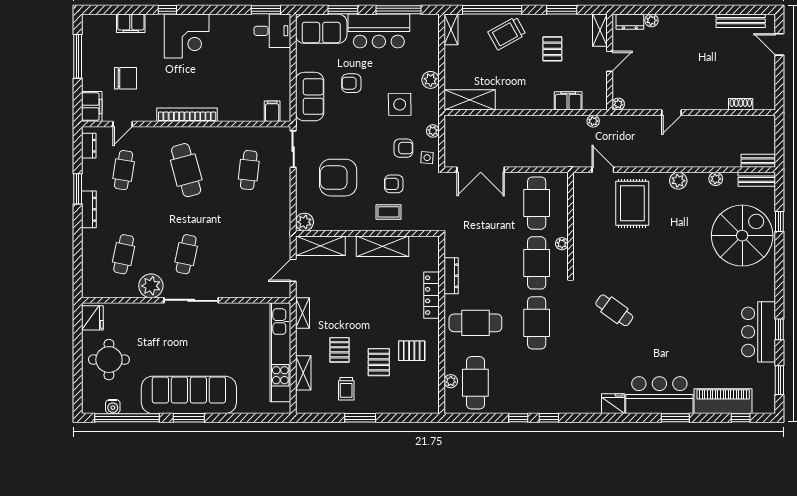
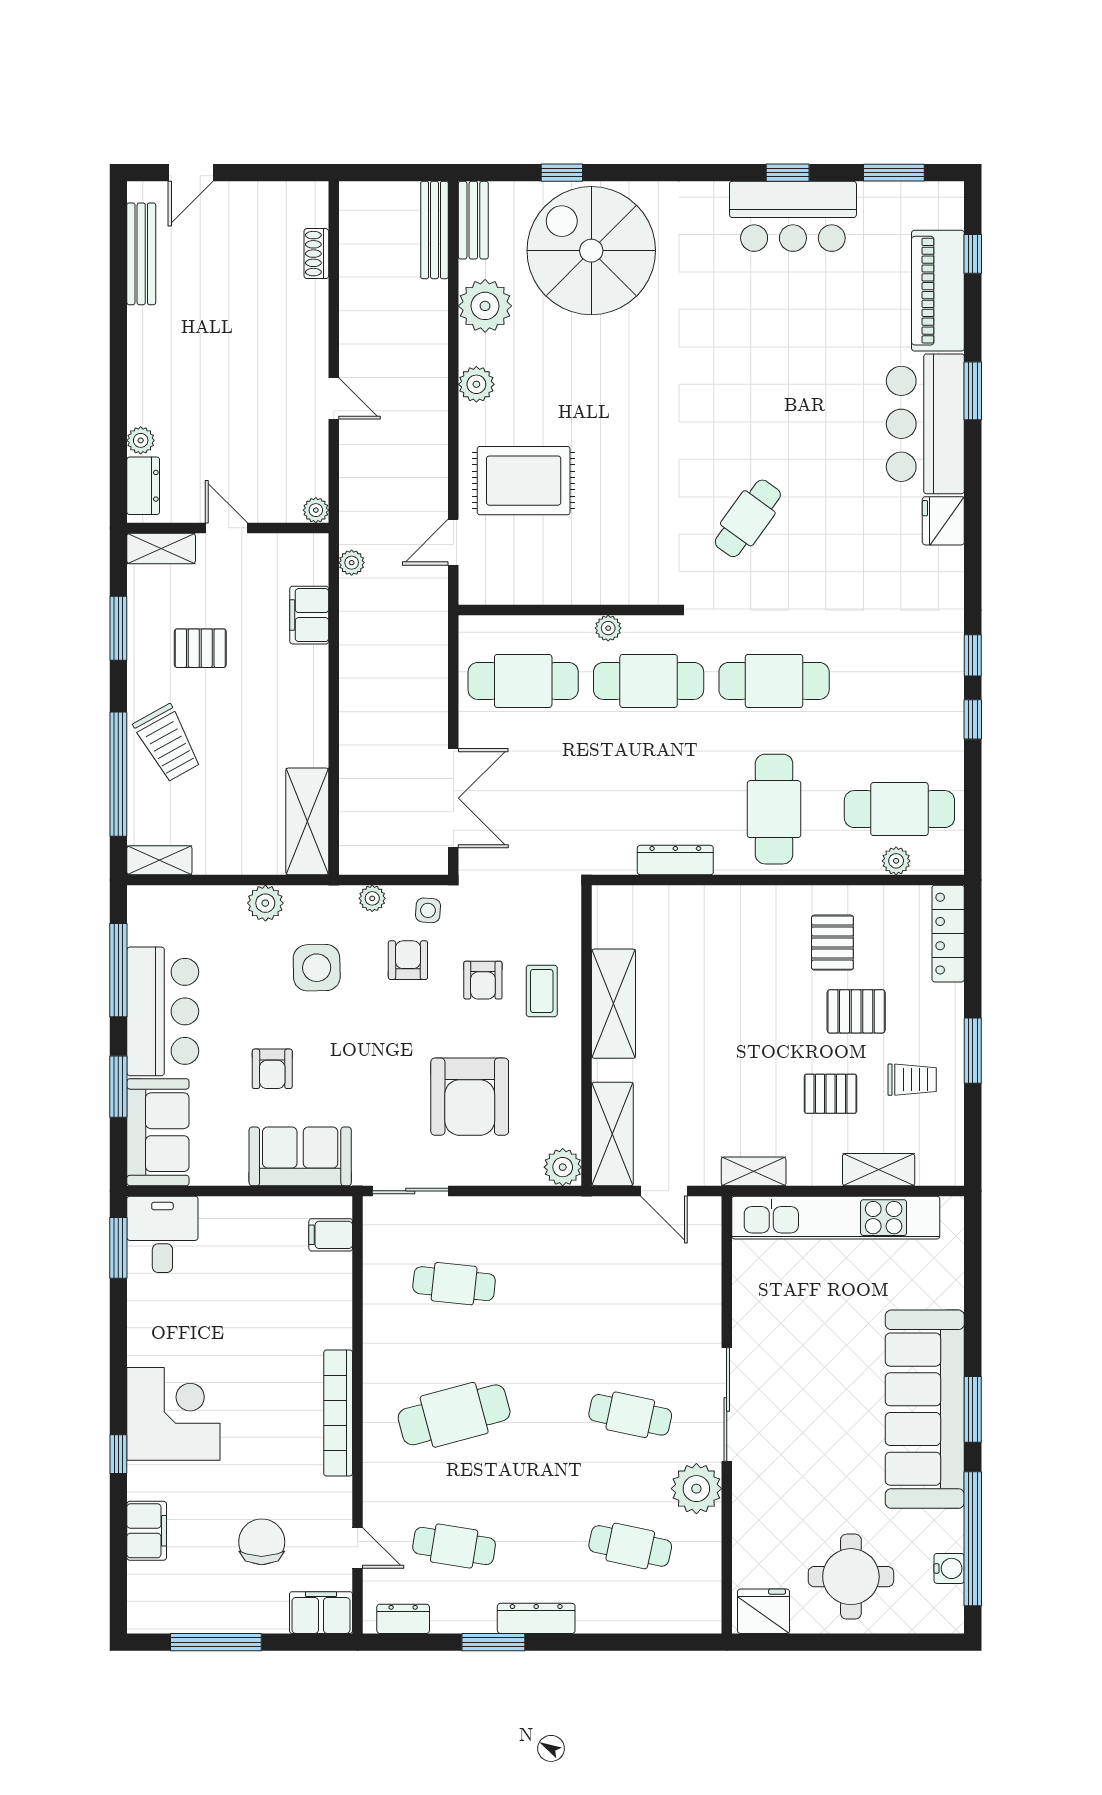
bench: (758, 161) -> (434, 230), width x1.36
plant: (716, 179) -> (485, 306), width x1.88, depth x1.88
locker: (431, 295) -> (948, 934), moved, turned 90

